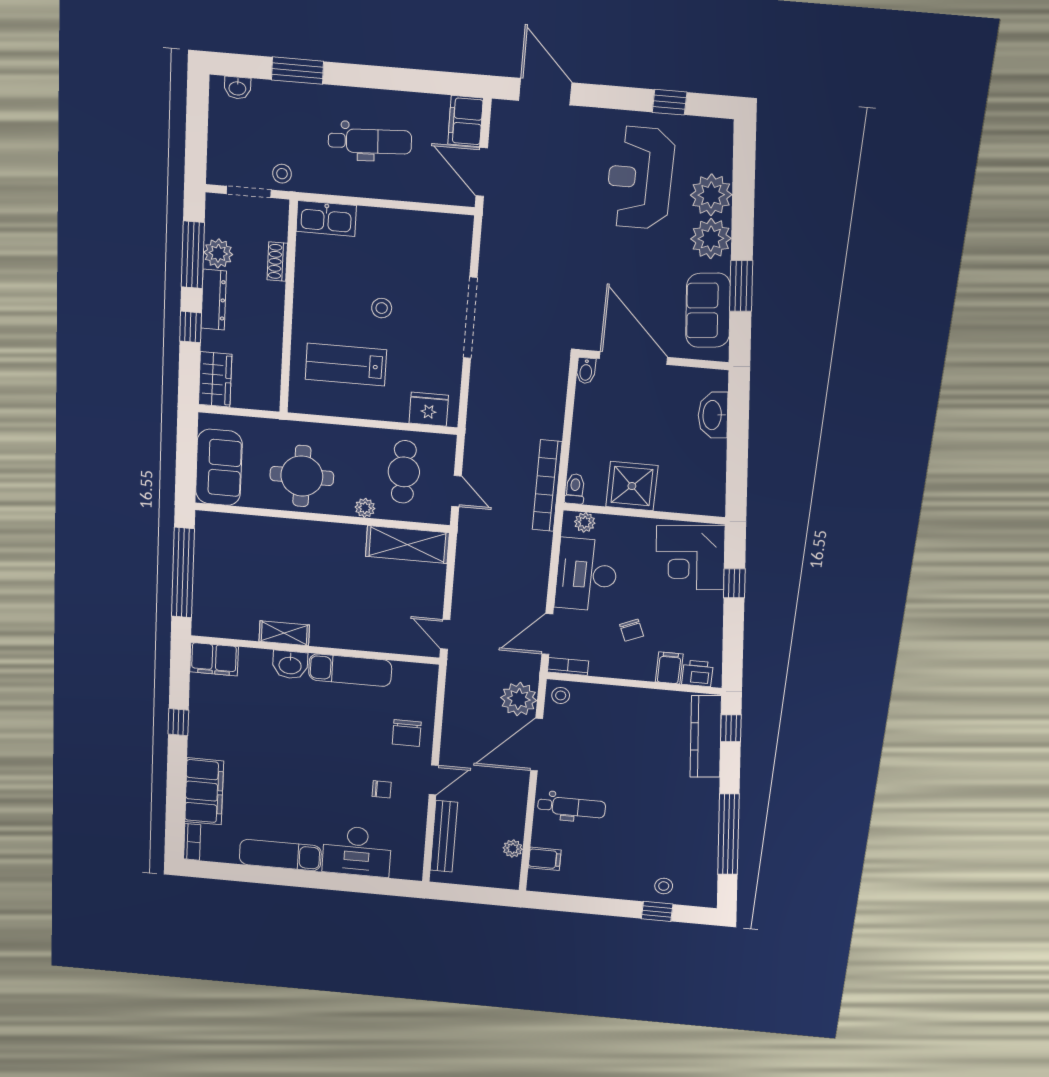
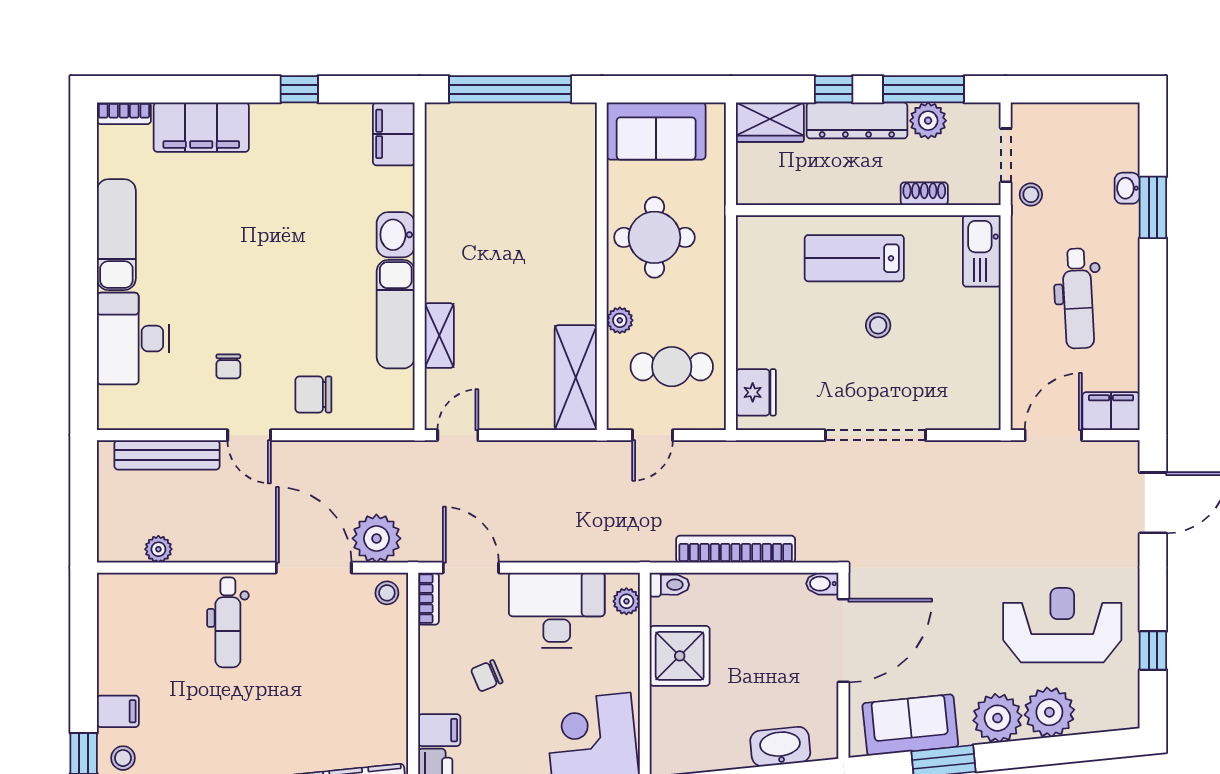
washbasin: (237, 88) -> (1127, 188), moved
dresser: (214, 300) -> (857, 120), width x1.37, depth x1.24
lab bench: (346, 365) -> (854, 258), moved, turned -90
bookcase: (547, 486) -> (736, 549), moved
shelving: (284, 633) -> (439, 336), moved
filing cabinet: (545, 859) -> (118, 711), moved, turned -90

